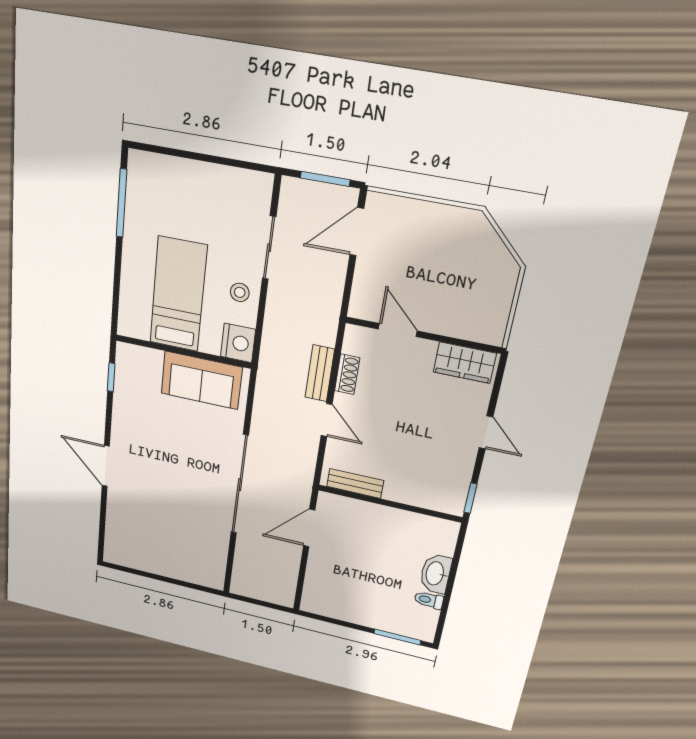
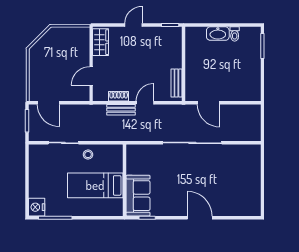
nightstand: (238, 343) -> (37, 207), moved, turned -90
sofa: (201, 380) -> (138, 196), moved
door: (106, 466) -> (200, 218), swing flipped

